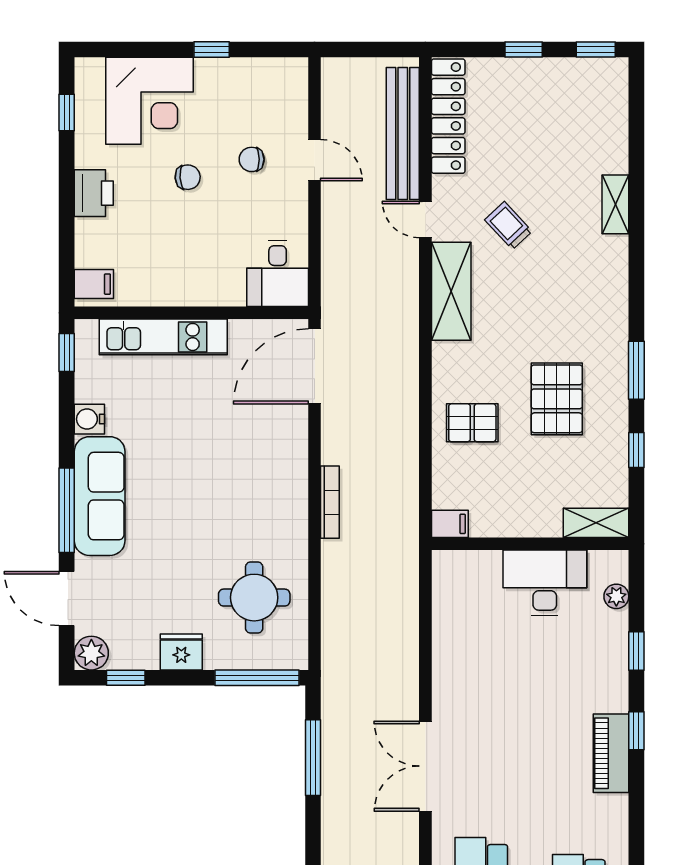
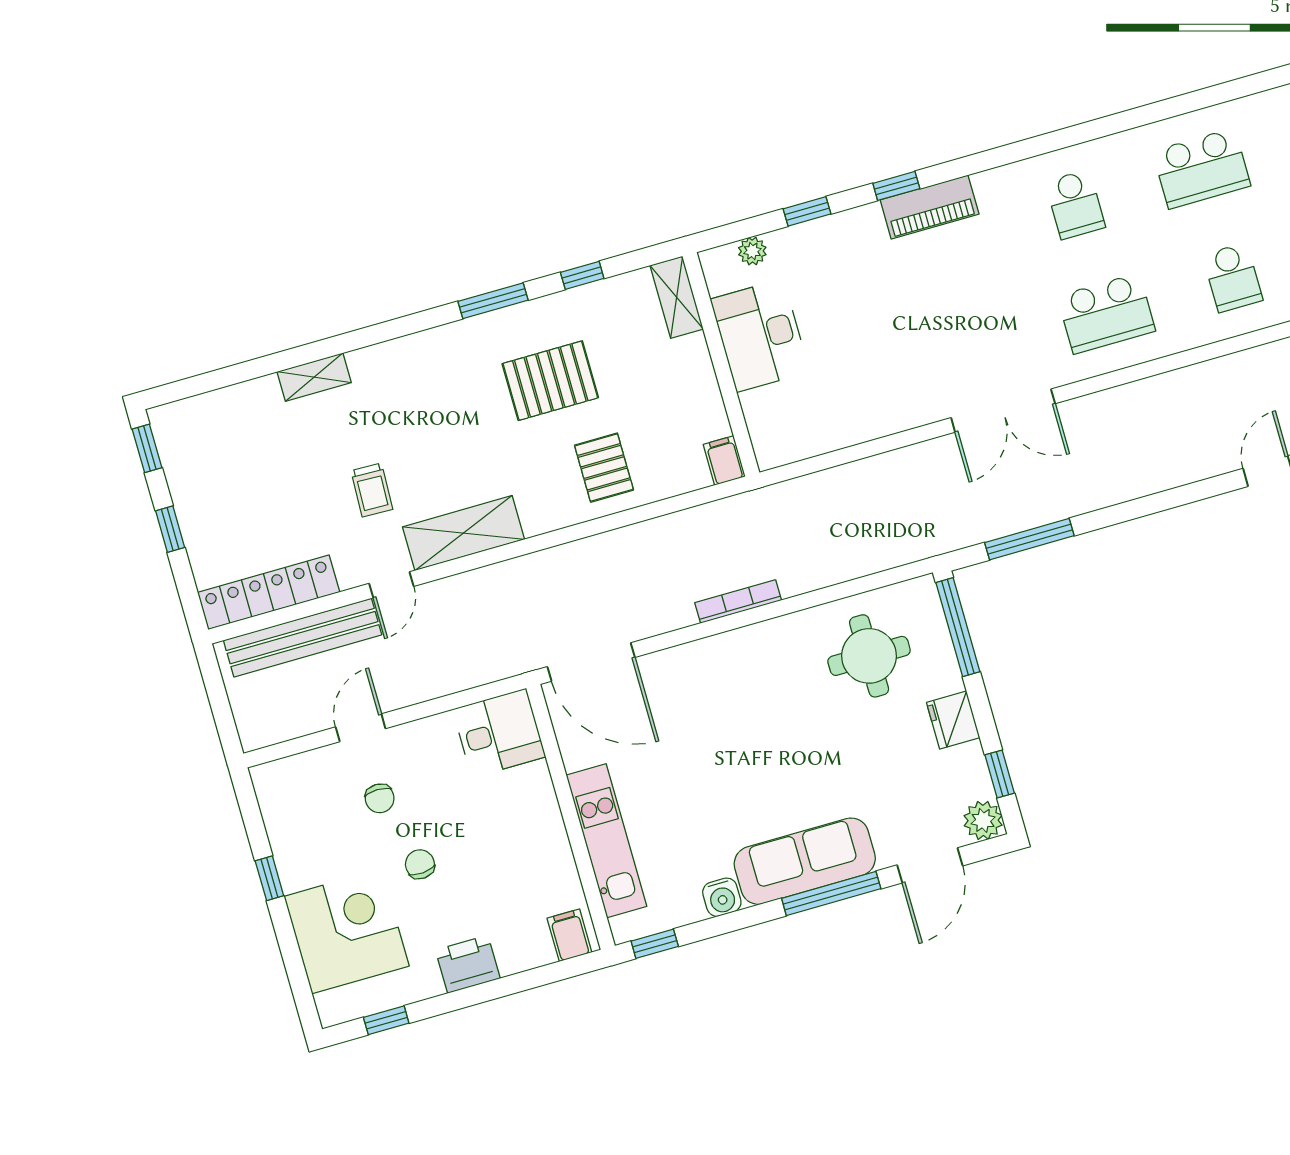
trolley: (508, 226) -> (372, 490), turned -45

